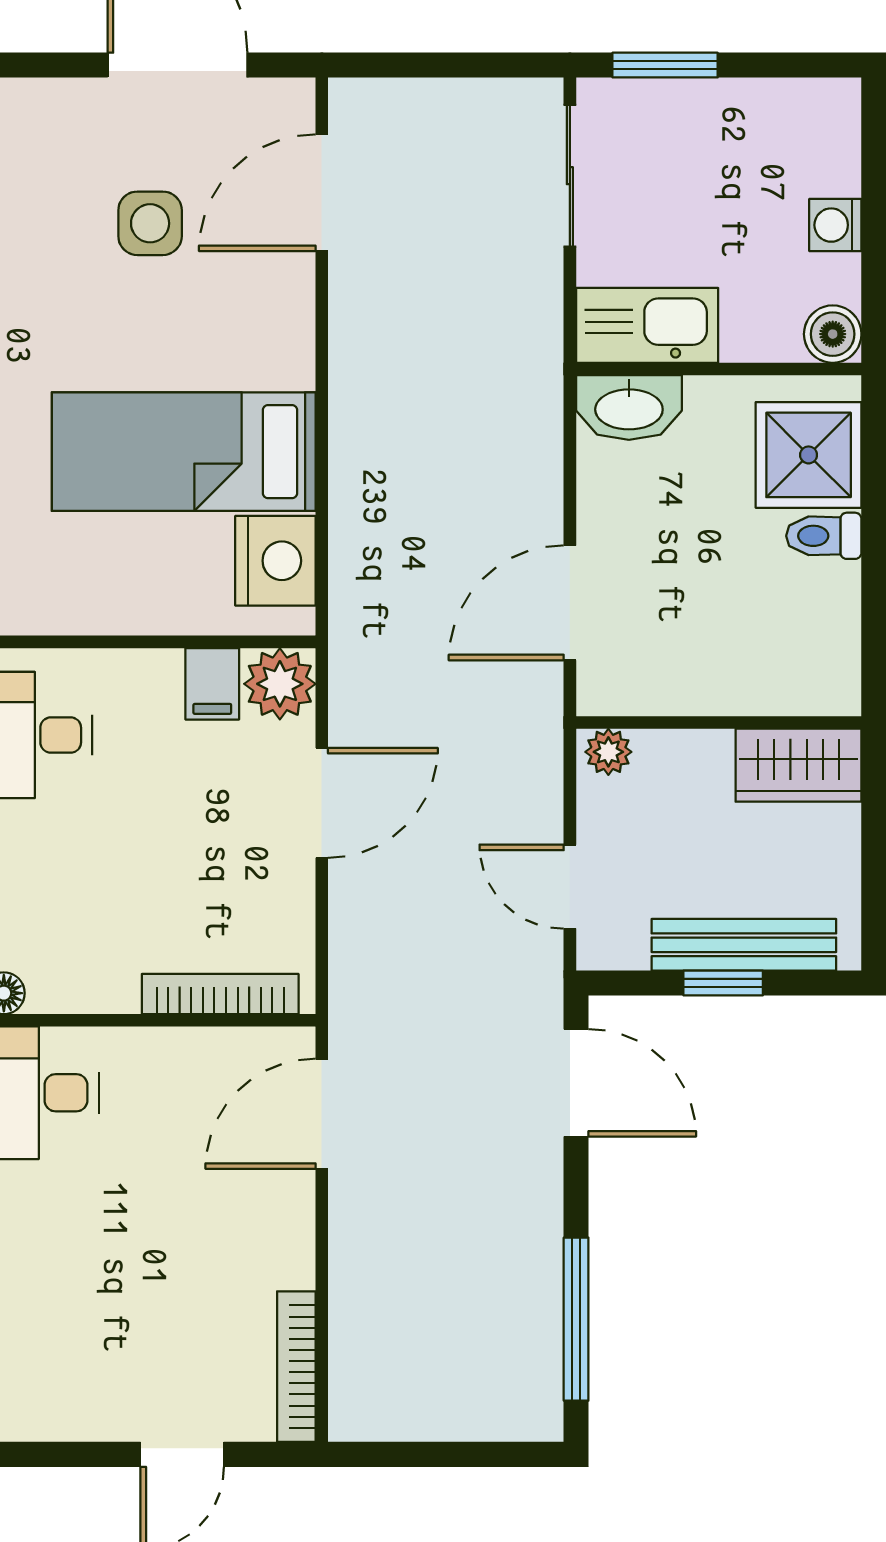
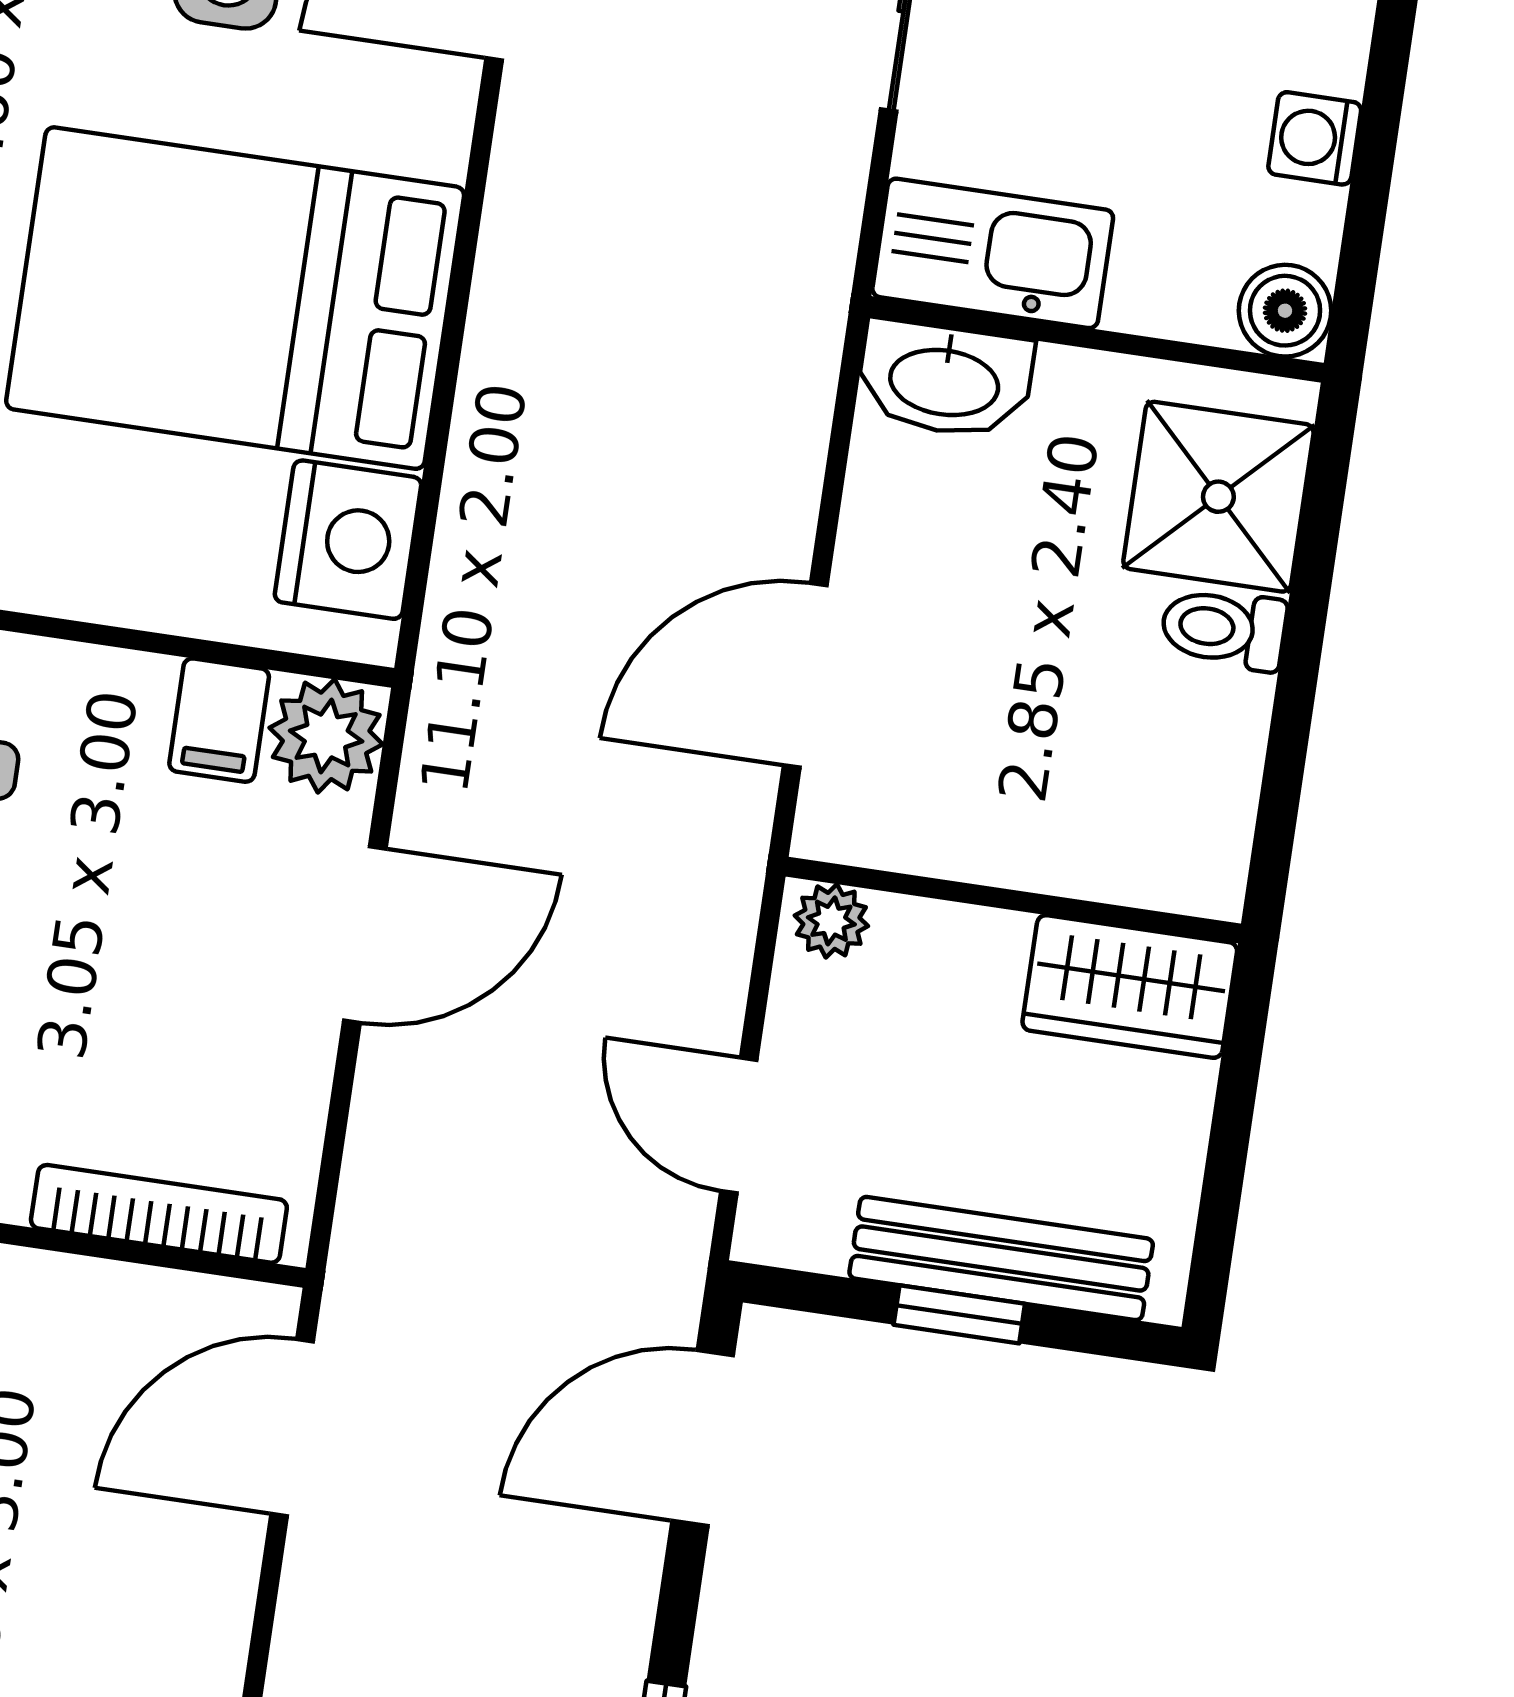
bed: (184, 452) -> (235, 298), width x1.50
door: (576, 1083) -> (703, 1438), swing flipped

